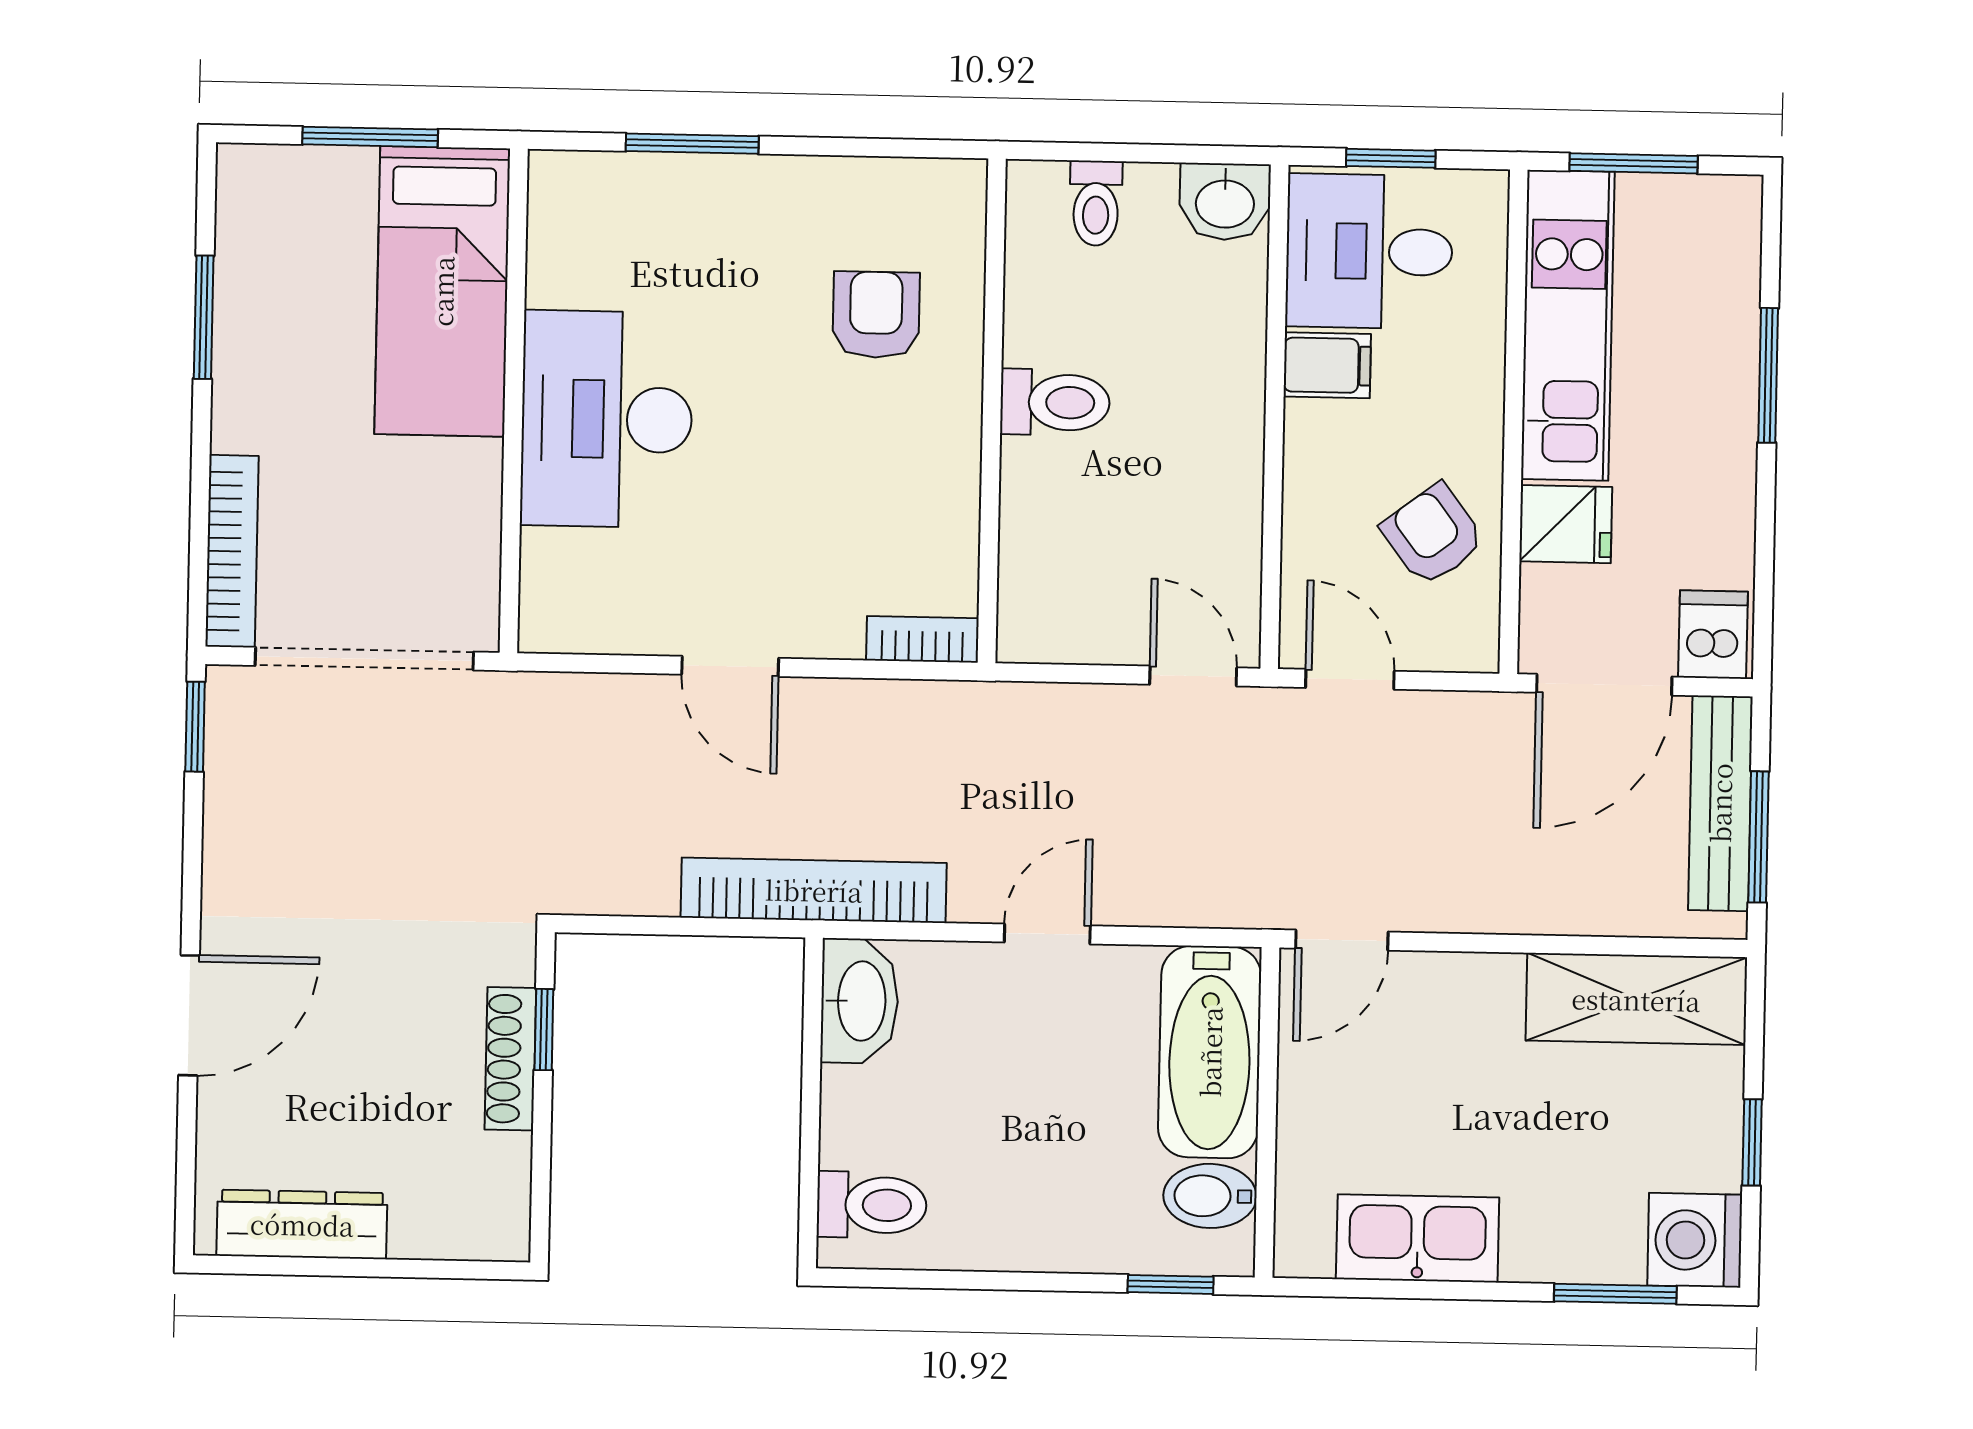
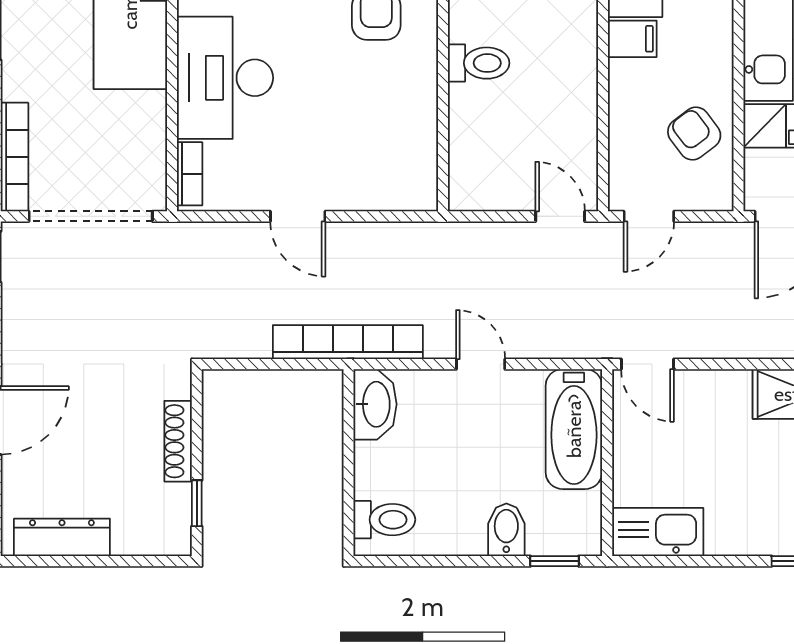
bookcase: (922, 639) -> (190, 174), moved, turned 90
door: (1350, 679) -> (649, 216), swing flipped
door: (1047, 934) -> (481, 364), hinge flipped
door: (1342, 940) -> (647, 364), hinge flipped
window: (544, 1030) -> (197, 503), moved
bidet: (1210, 1196) -> (506, 530), moved, turned 90
kitchen sink: (1418, 1238) -> (658, 532), moved

